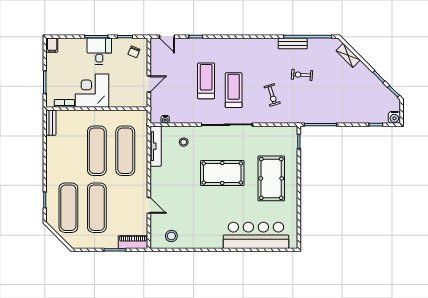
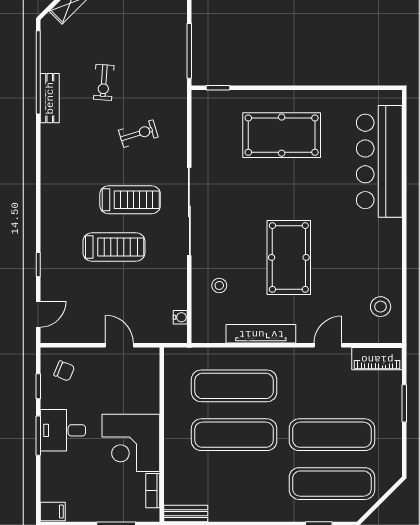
treadmill: (206, 81) -> (114, 247), turned 180
treadmill: (234, 90) -> (130, 200), turned 180
tv unit: (156, 146) -> (261, 334), moved
pool table: (222, 173) -> (289, 257), moved
piano: (133, 242) -> (377, 359), moved, turned -90

